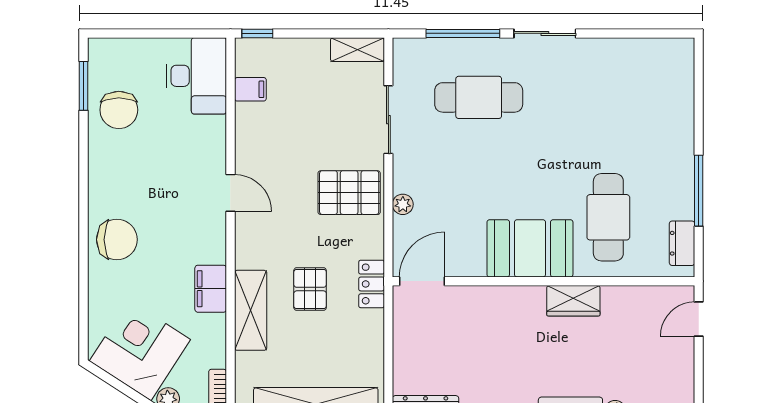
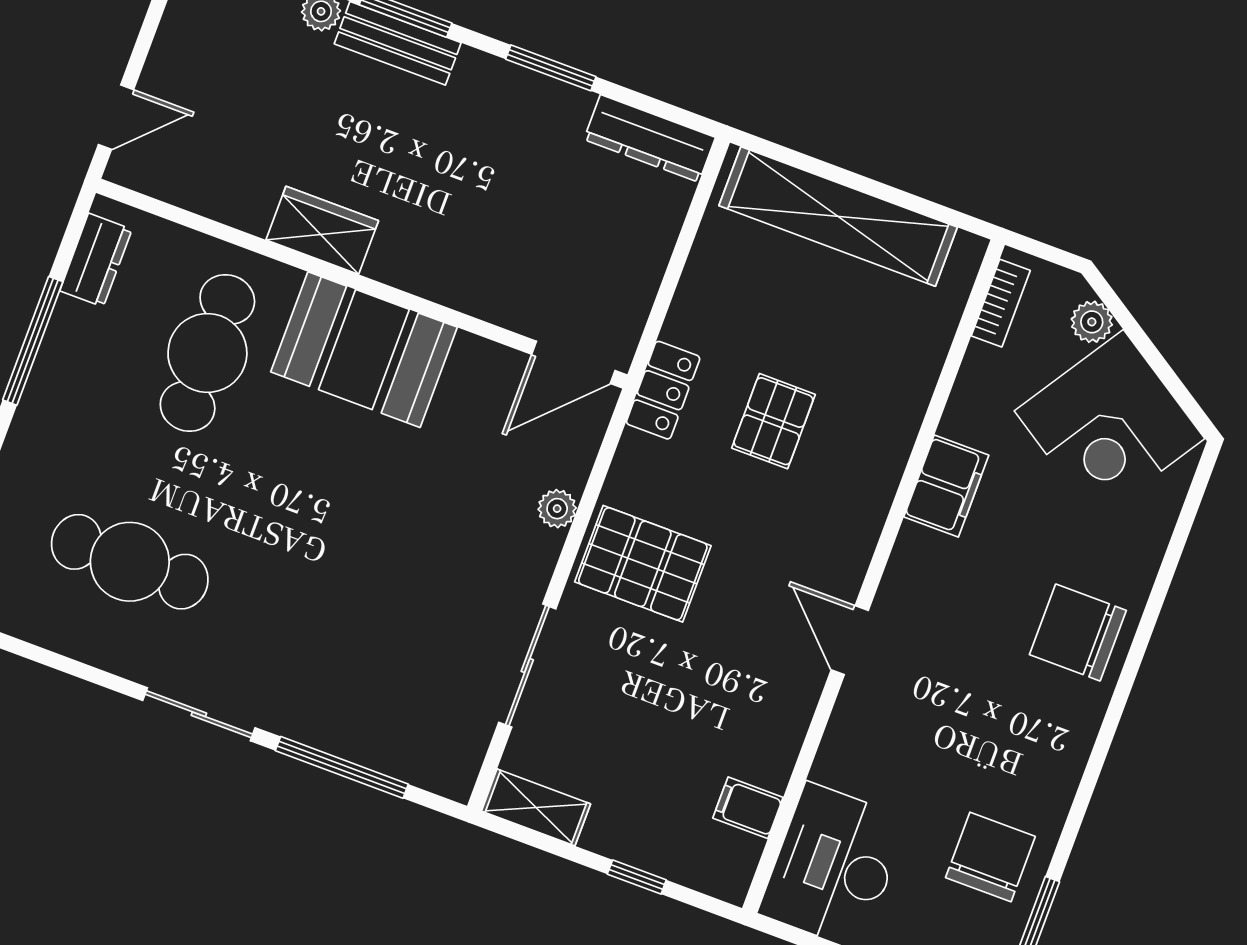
window: (257, 33) -> (637, 877), moved
cafe table: (479, 97) -> (130, 562), moved
shelving: (251, 310) -> (891, 423), removed

